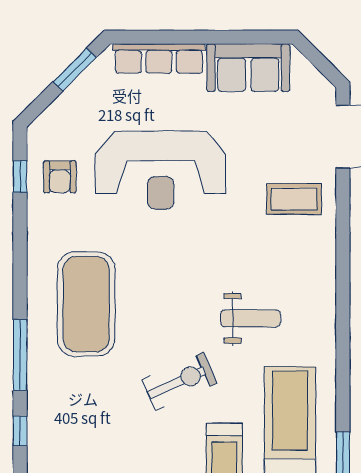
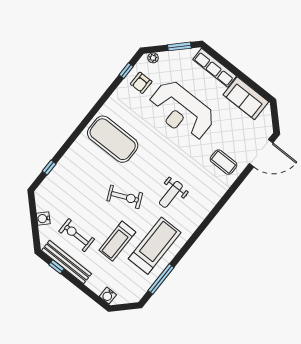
plant: (47, 121) -> (153, 58), added
exercise mat: (86, 304) -> (113, 139), turned 90
weight bench: (251, 318) -> (171, 194), turned 90
window: (20, 355) -> (72, 139), removed

